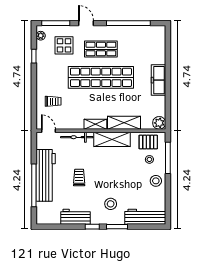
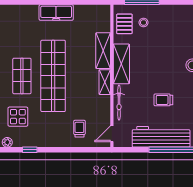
plant: (159, 123) -> (103, 12), removed
stool: (156, 181) -> (167, 15), removed

